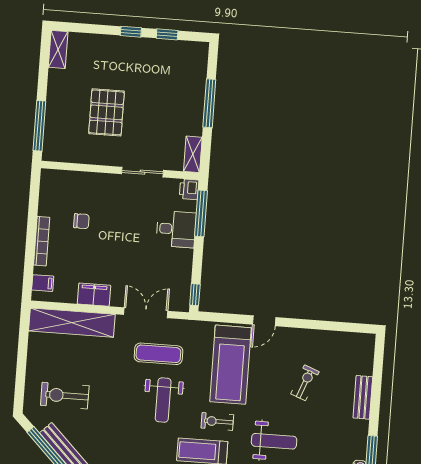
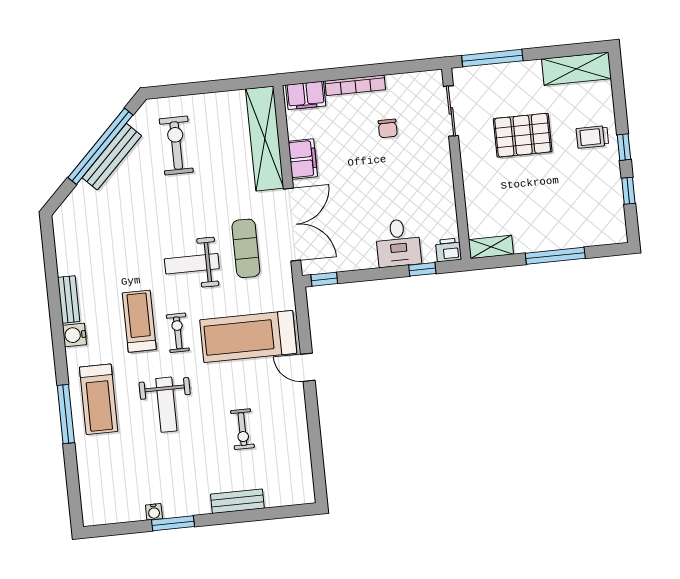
shelving: (58, 49) -> (576, 69), width x1.50, depth x1.33
trolley: (118, 56) -> (592, 137), added
sliding door: (142, 172) -> (451, 111), moved
window: (201, 213) -> (422, 269), width x0.46
filing cabinet: (43, 283) -> (306, 95), width x2.00
double door: (146, 313) -> (292, 225), width x1.37
exercise bike: (305, 383) -> (242, 429), turned 69

